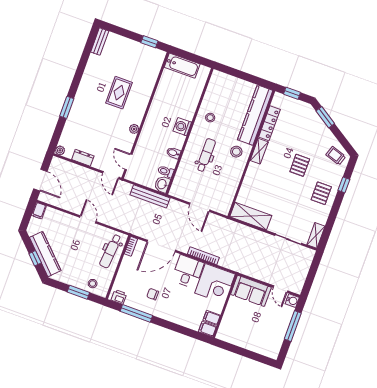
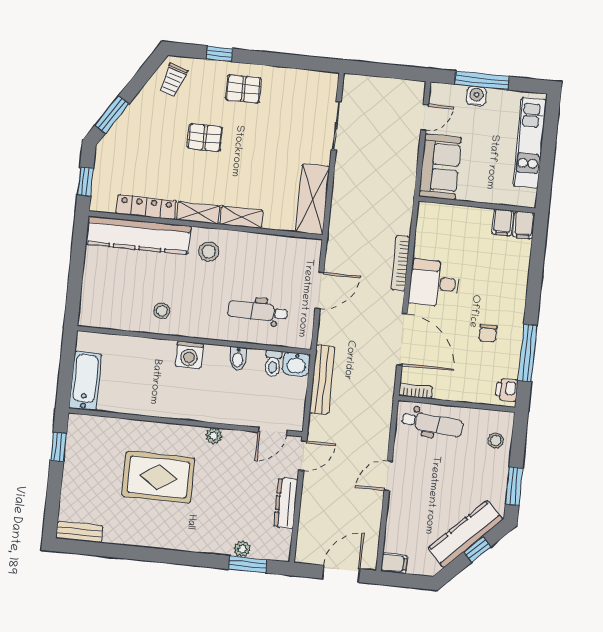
rug: (119, 93) -> (158, 477), width x1.36, depth x1.43
window: (67, 107) -> (248, 564), moved
plant: (60, 150) -> (242, 549), moved
dental chair: (206, 155) -> (257, 311), moved
dresser: (83, 158) -> (286, 503), width x1.44
shelving: (316, 235) -> (241, 217), moved
corner desk: (215, 284) -> (443, 231), removed
window: (78, 292) -> (514, 486), moved
water cooler: (292, 301) -> (476, 96), moved
kitchen unit: (252, 344) -> (530, 143), added

